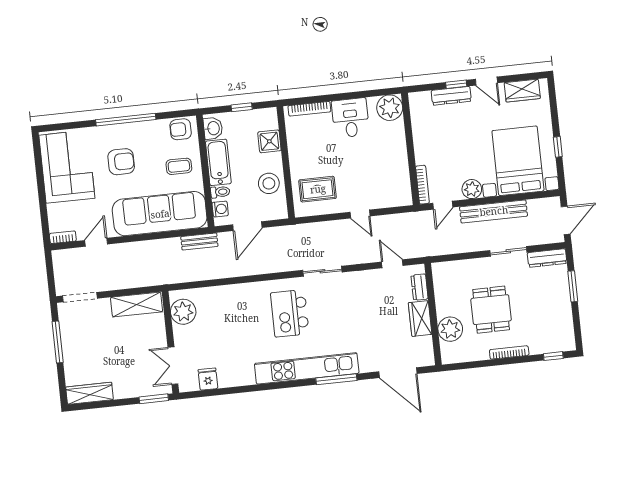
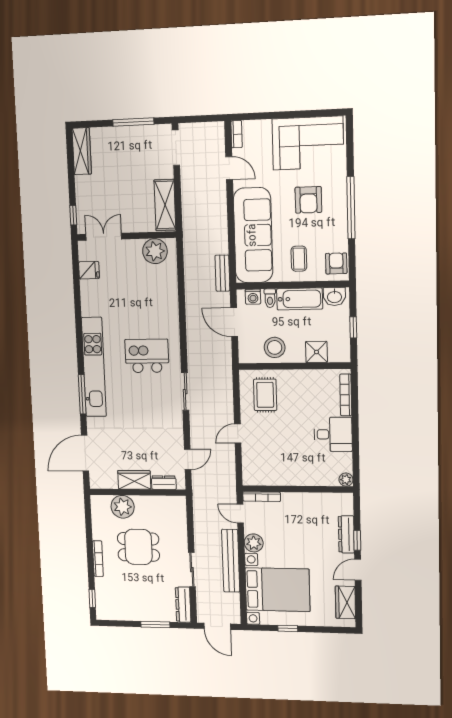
plant: (390, 108) -> (346, 480), width x0.53, depth x0.53
window: (154, 399) -> (73, 215), width x0.67

